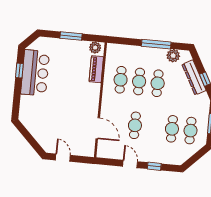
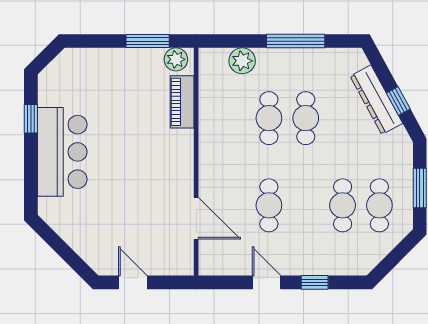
window: (71, 36) -> (148, 41), moved
plant: (173, 56) -> (242, 61), moved
bar counter: (35, 73) -> (62, 152), moved
cafe table: (121, 80) -> (232, 118), removed

